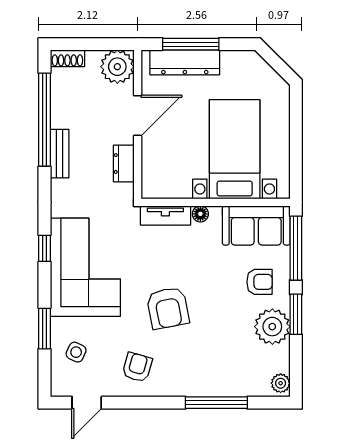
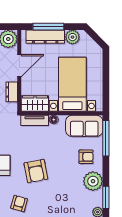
plant: (235, 63) -> (72, 37), added
wardrobe: (166, 185) -> (35, 104), added
window: (296, 314) -> (106, 197), moved

